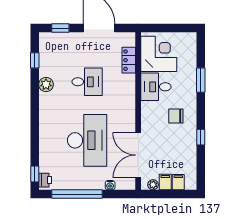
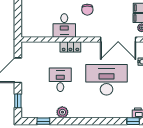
corner desk: (159, 54) -> (38, 23), removed
locker: (129, 60) -> (70, 47), moved

